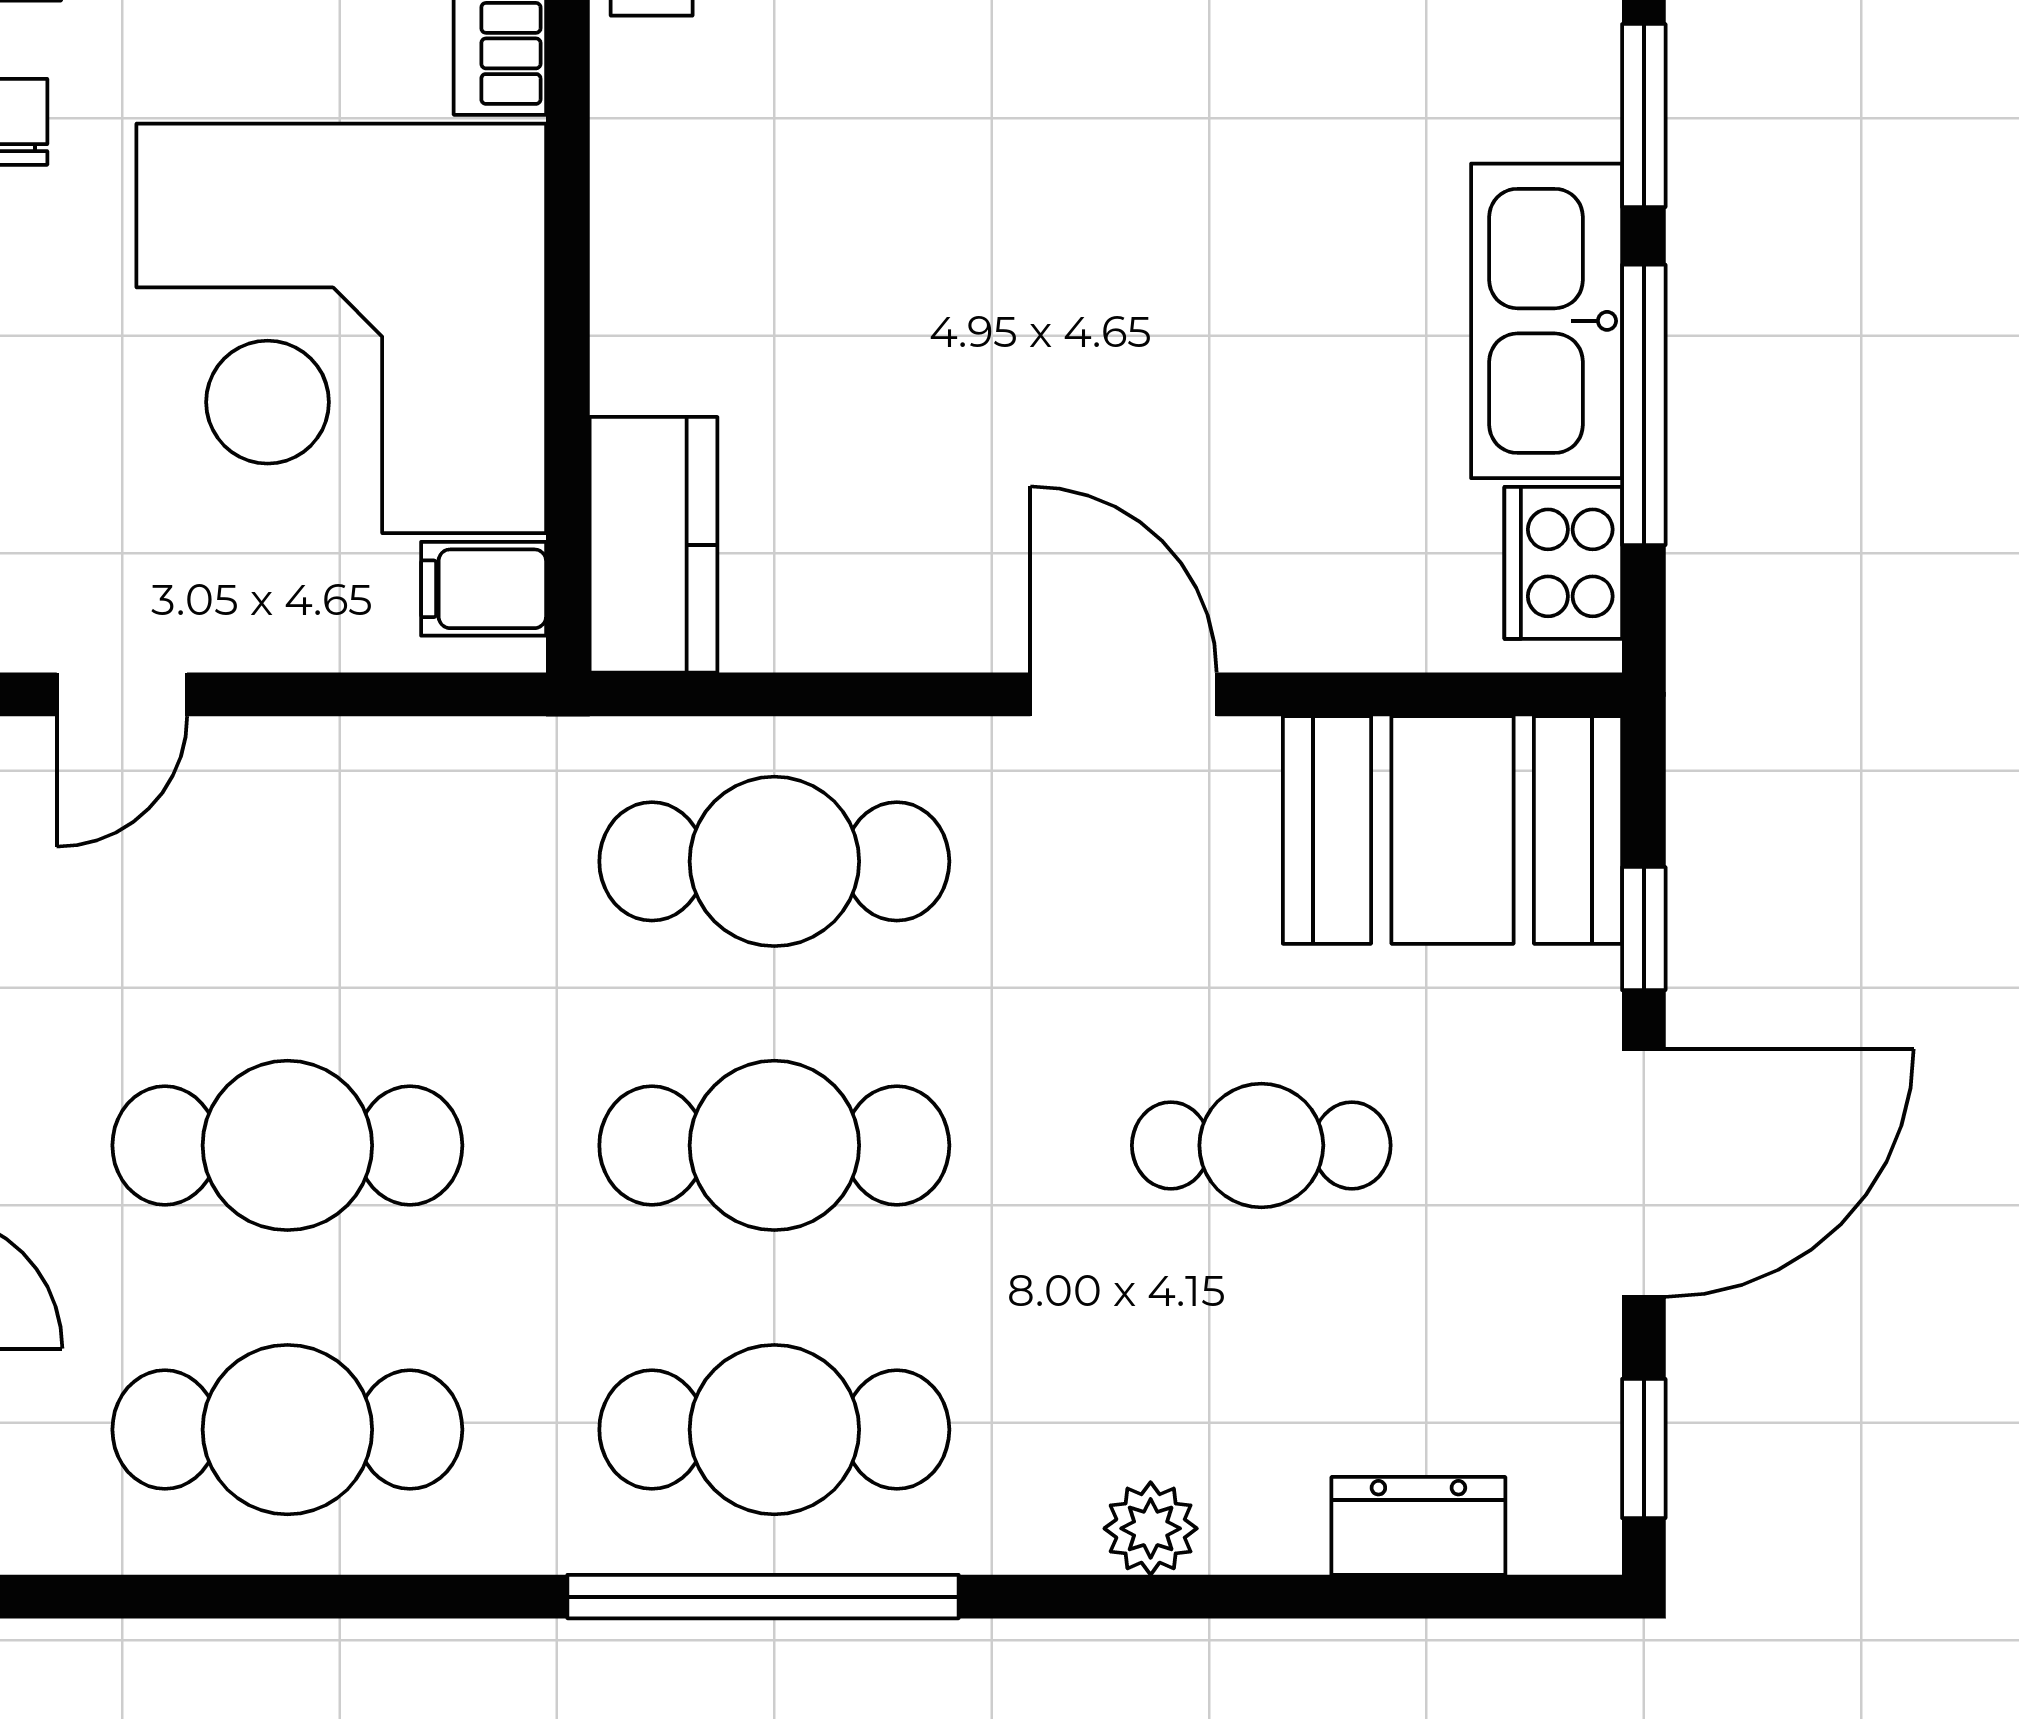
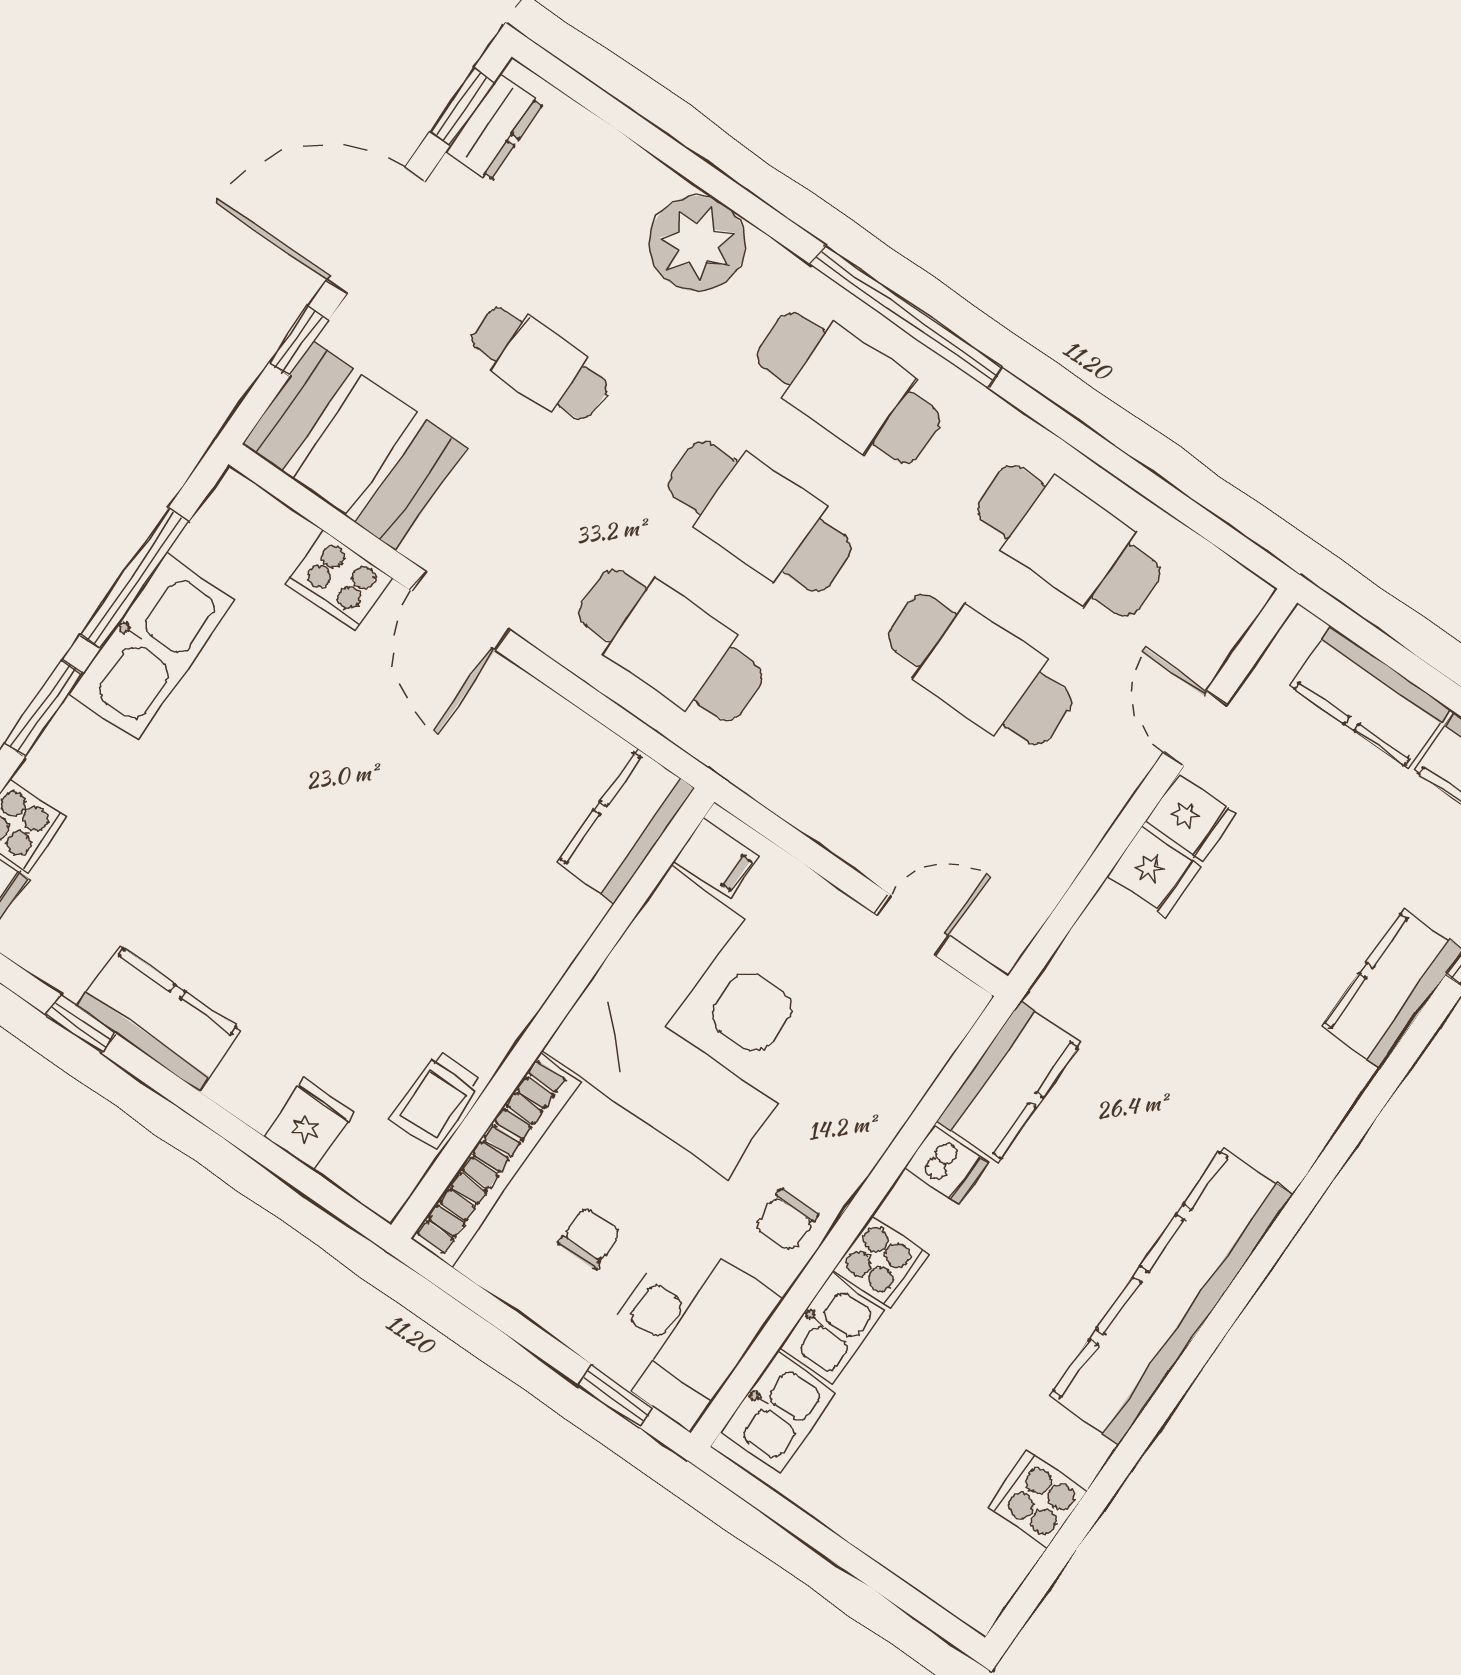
cooker: (1563, 563) -> (339, 580), moved, turned 90
dresser: (1418, 1526) -> (495, 127), moved, turned -90
plant: (1151, 1528) -> (697, 244), width x1.88, depth x1.88

